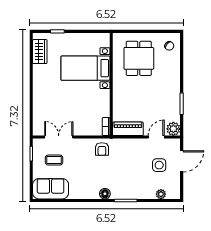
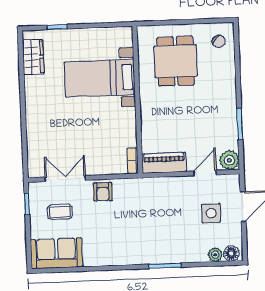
armchair: (102, 149) -> (103, 192), moved
floor lamp: (105, 194) -> (231, 253), moved

